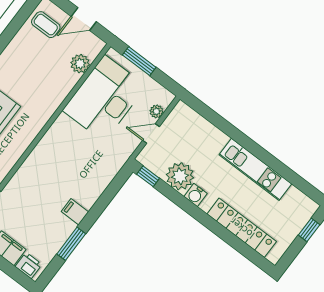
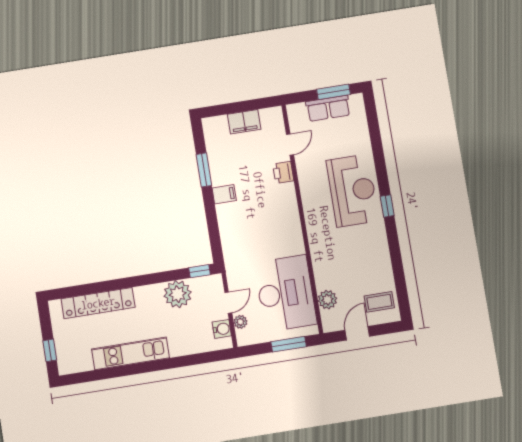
water cooler: (196, 195) -> (222, 329), moved, turned 90
printer: (29, 265) -> (283, 172), moved, turned 90

